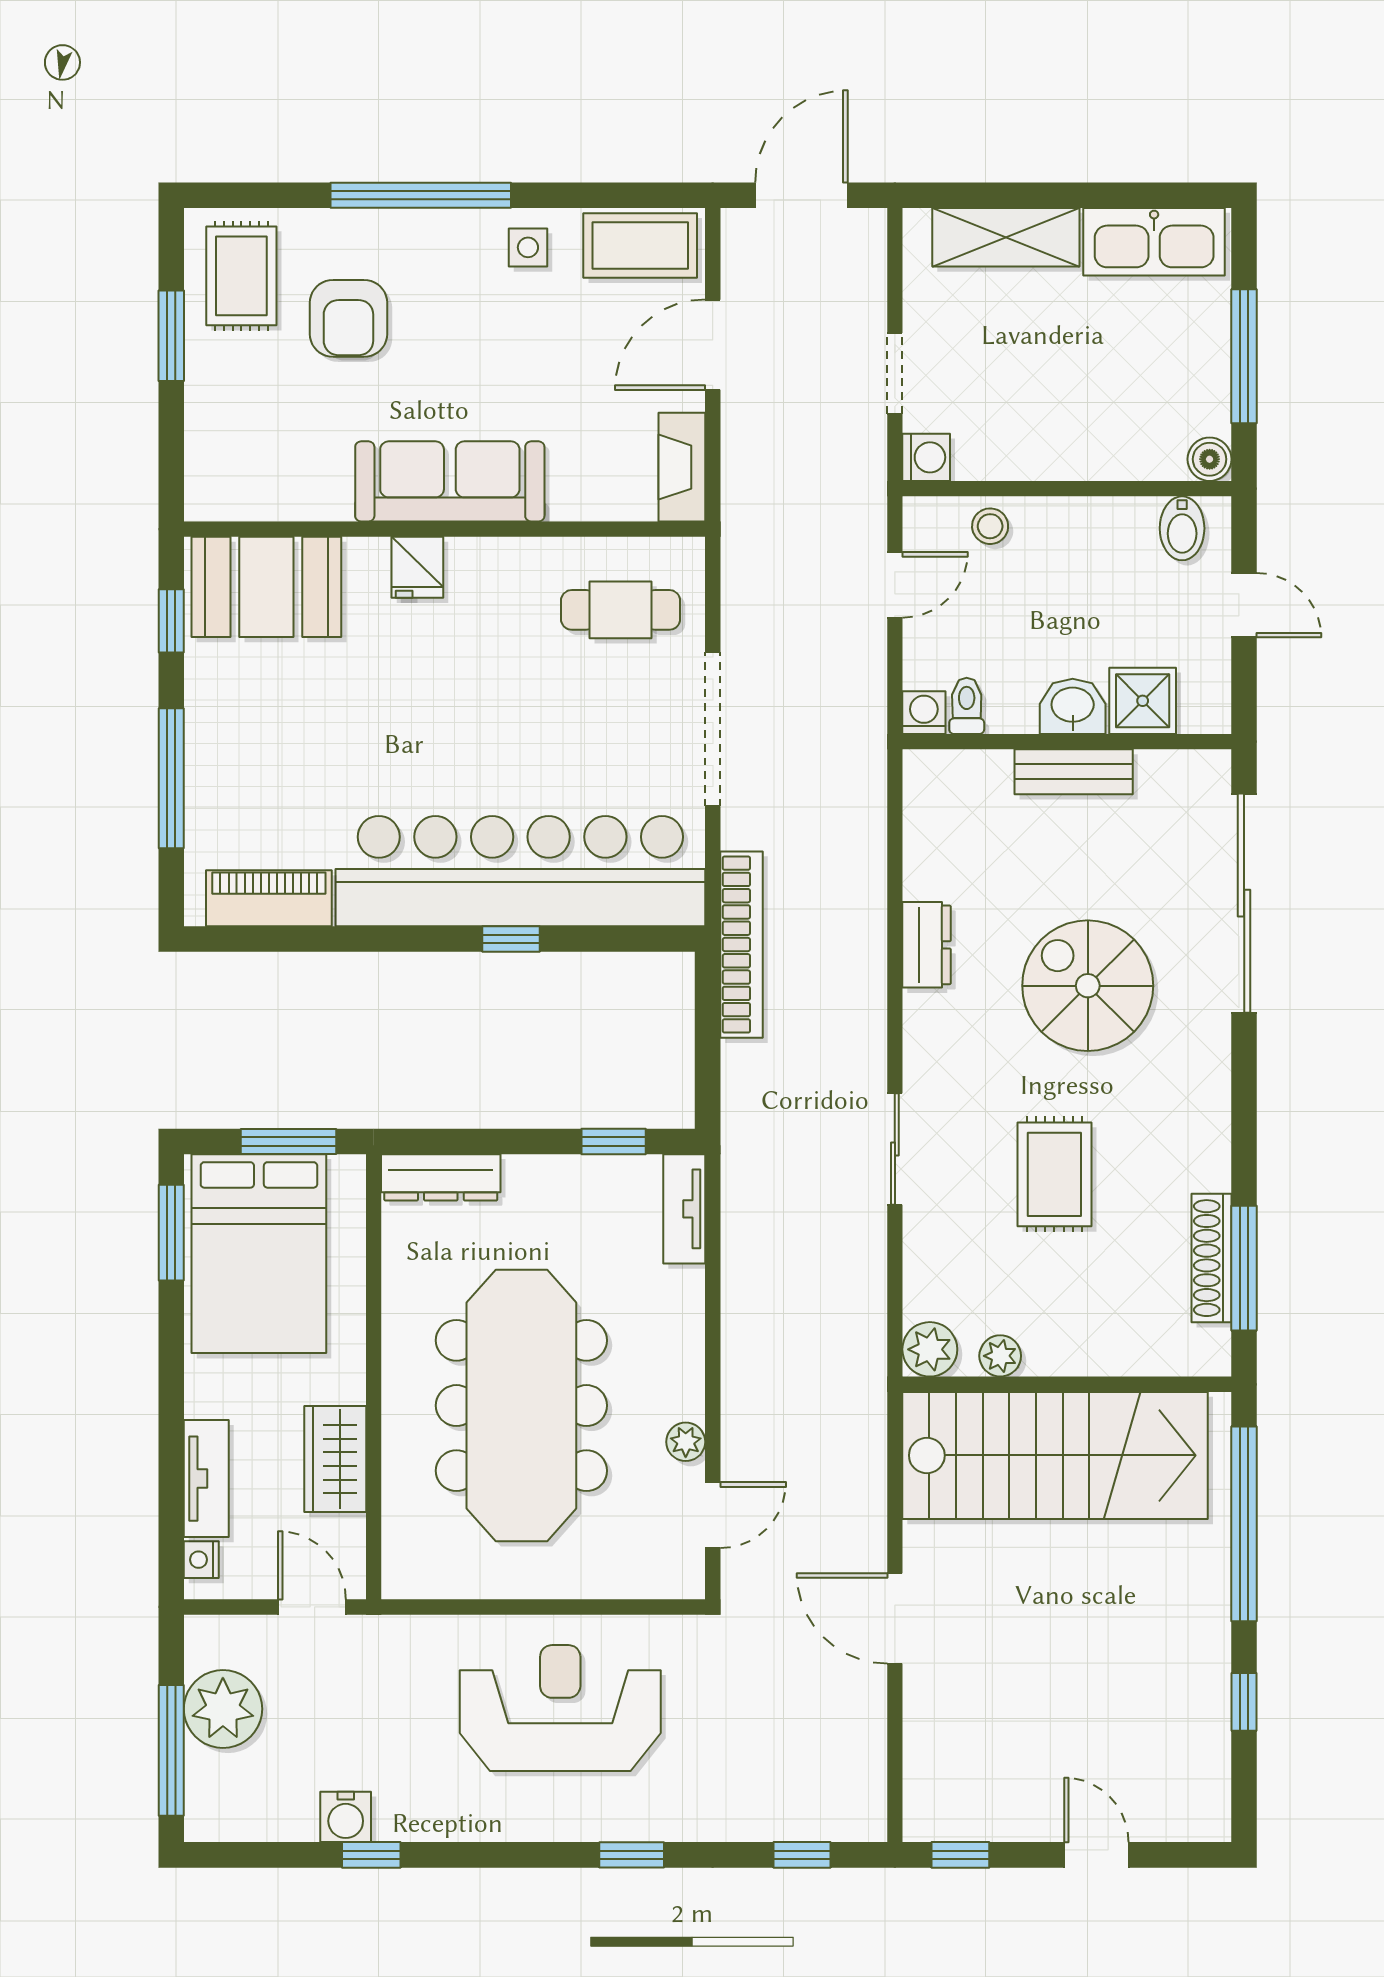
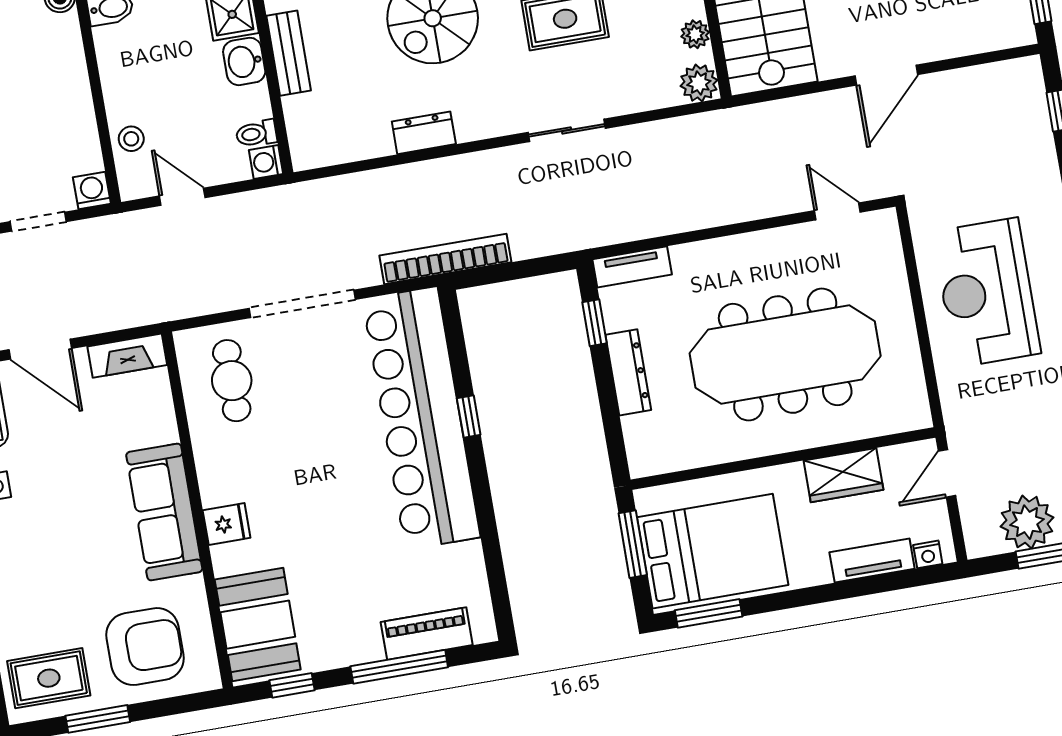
armchair: (348, 318) -> (145, 647), moved, width x1.36, depth x1.36
piano: (269, 898) -> (427, 634), moved, turned 90
dresser: (441, 1177) -> (628, 372), moved
plant: (686, 1442) -> (791, 238), removed

